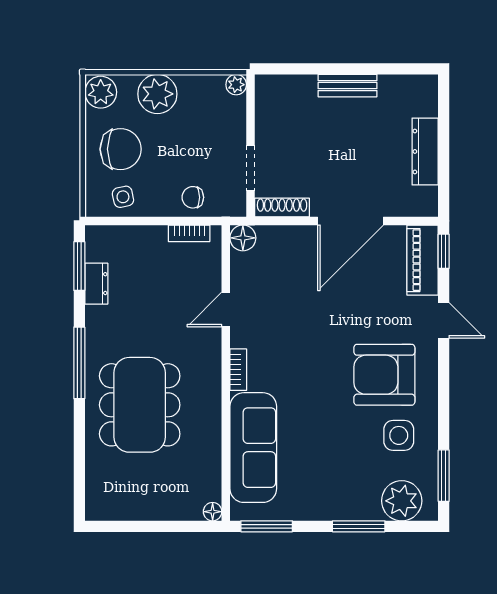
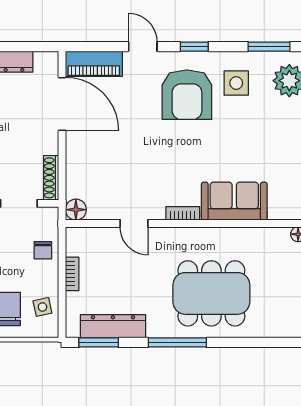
door: (350, 221) -> (62, 104), moved
bookcase: (189, 233) -> (72, 274), moved
window: (444, 251) -> (194, 47), moved
dresser: (96, 284) -> (113, 326), width x1.96, depth x1.24
door: (444, 320) -> (143, 47), hinge flipped
sofa: (253, 448) -> (234, 201), width x0.73

